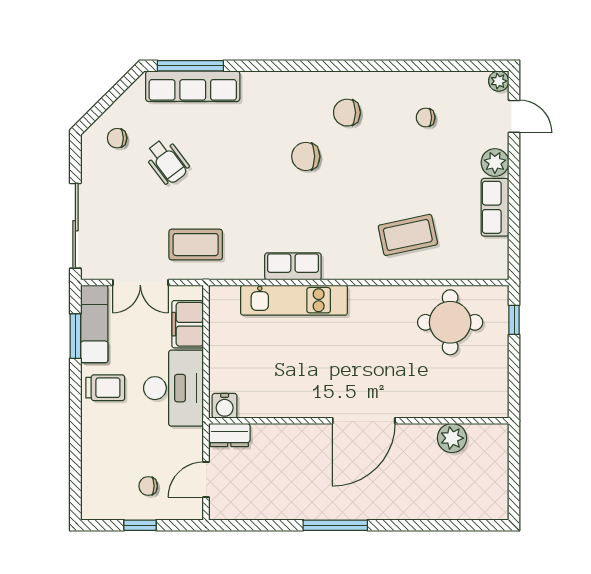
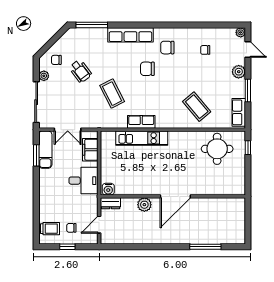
row of seats: (193, 86) -> (130, 35), moved
plant: (91, 171) -> (44, 76), added
window: (514, 202) -> (248, 91), added
row of seats: (495, 207) -> (239, 112), moved
coffee table: (408, 235) -> (197, 107), turned 62
coffee table: (196, 245) -> (112, 94), moved, turned 63
trolley: (105, 388) -> (50, 229), moved
desk: (173, 388) -> (84, 181), width x0.73
plant: (452, 438) -> (144, 205), moved
window: (335, 525) -> (205, 247), moved

